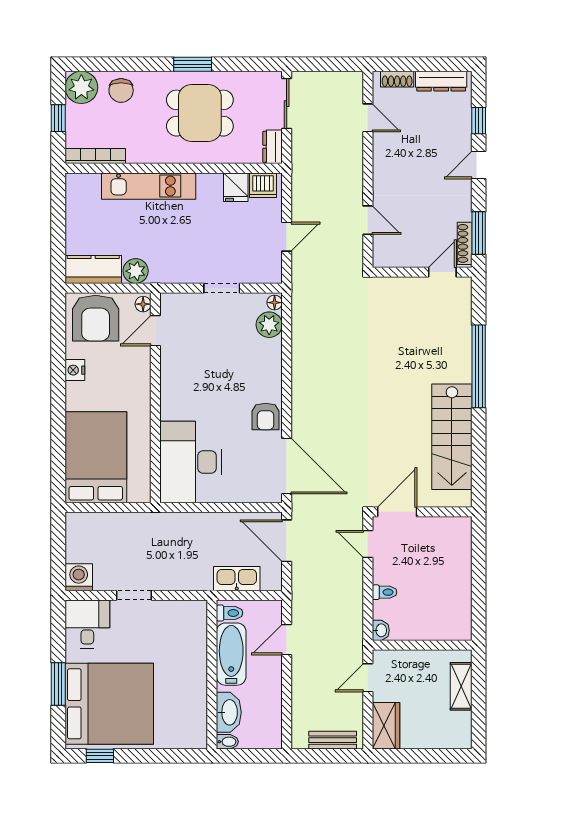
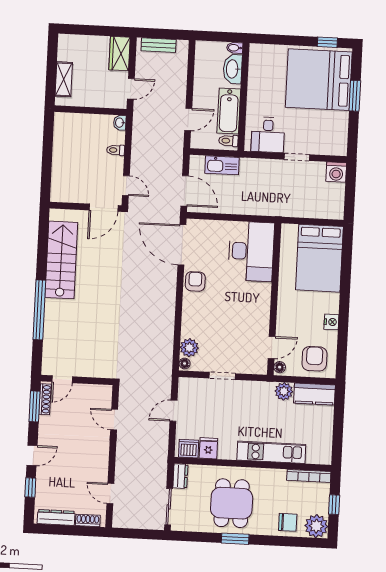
chair: (121, 90) -> (288, 522), turned 90
dining table: (200, 113) -> (232, 503), turned 90
armchair: (96, 318) -> (314, 359), width x0.73, depth x0.73
desk: (87, 624) -> (268, 135), moved

